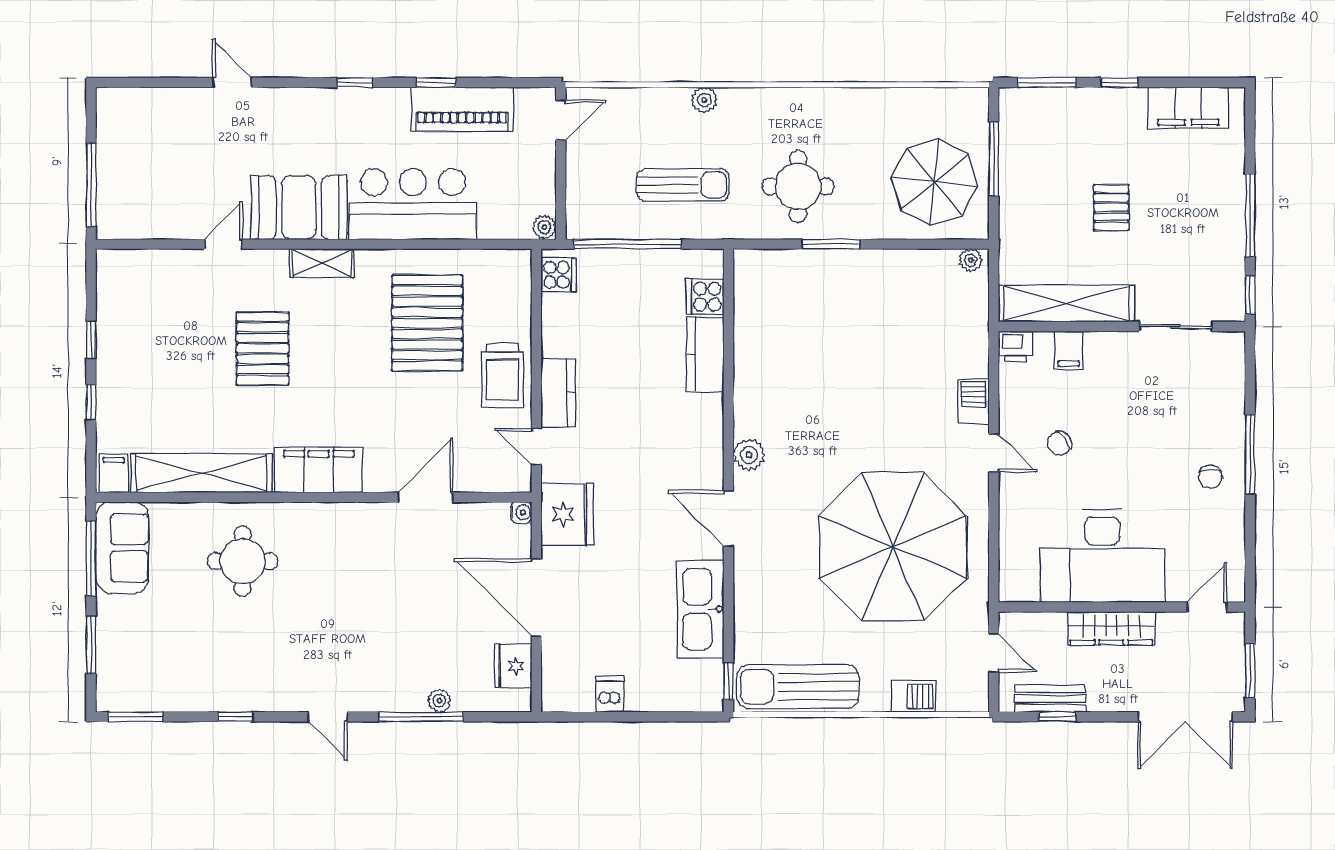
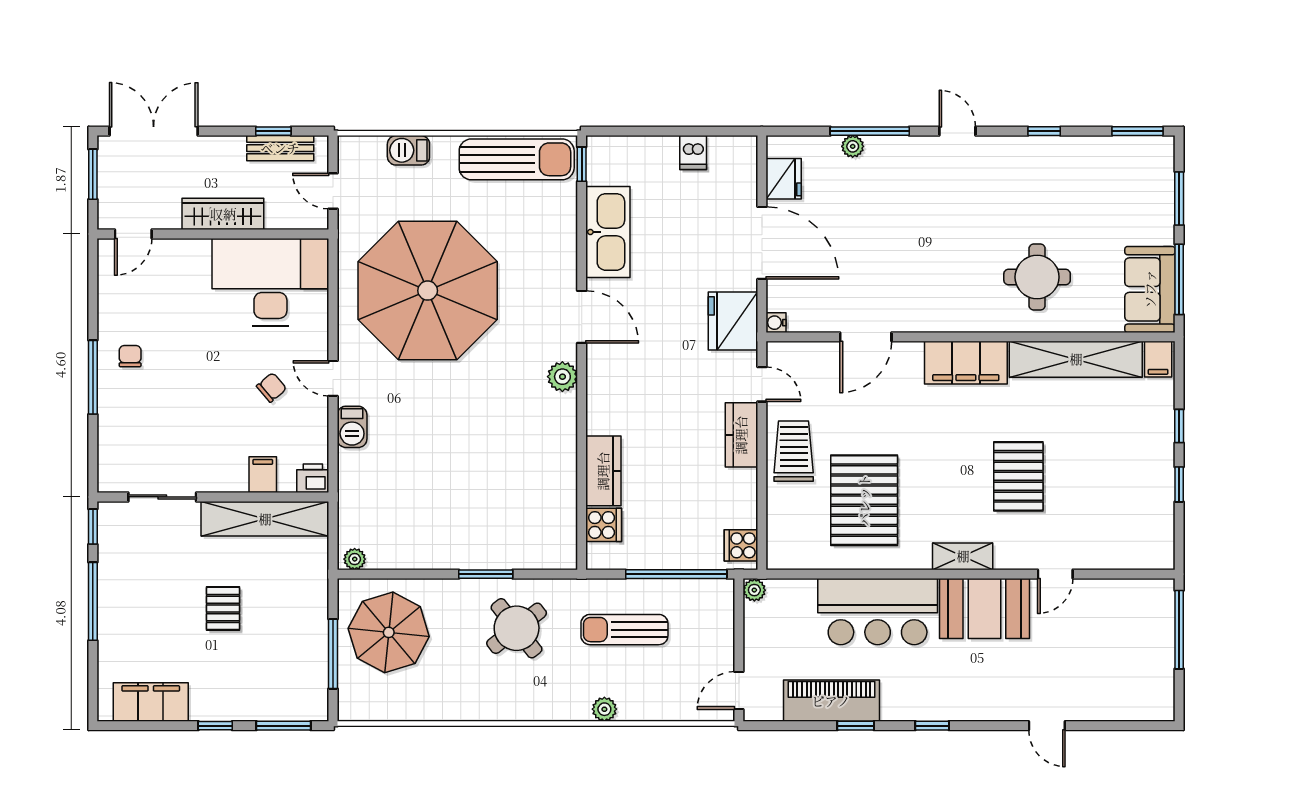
round table: (798, 186) -> (517, 628), turned -38
desk: (1102, 556) -> (270, 282), moved

